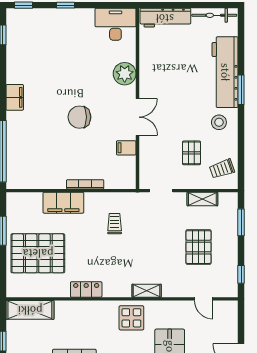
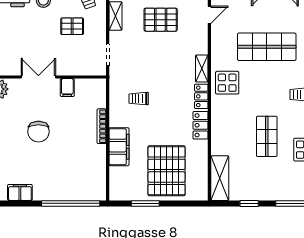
locker: (117, 290) -> (201, 96), added

